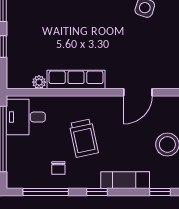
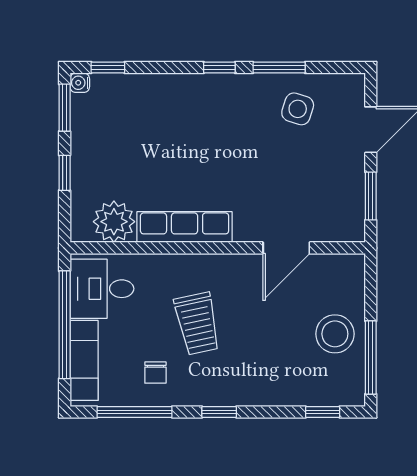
plant: (39, 82) -> (114, 222), width x1.88, depth x1.88
exam couch: (125, 180) -> (84, 360), moved, turned 90

